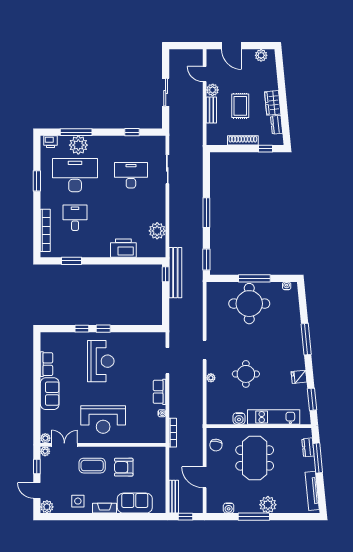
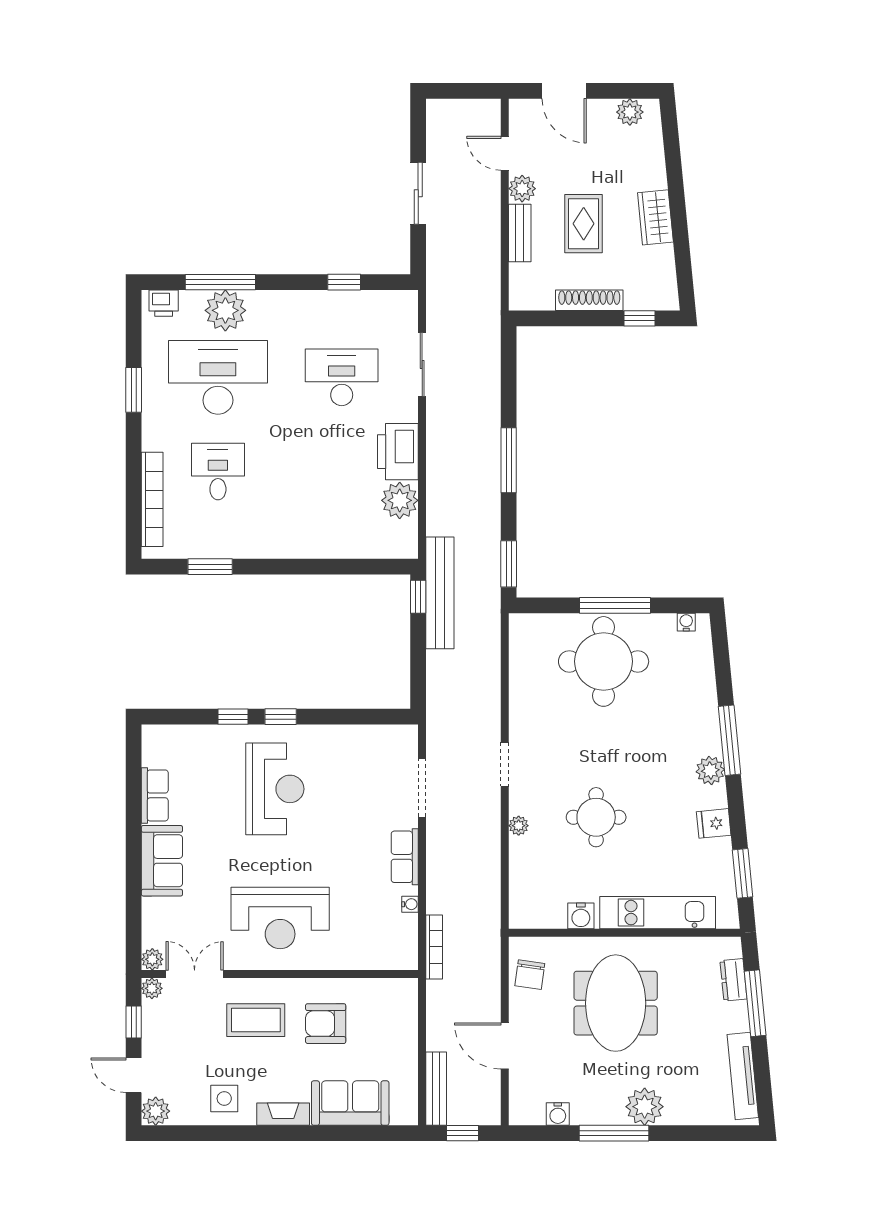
dresser: (277, 125) -> (664, 265), removed
printer: (123, 248) -> (398, 452), moved, turned -90
plant: (297, 353) -> (710, 770), added

